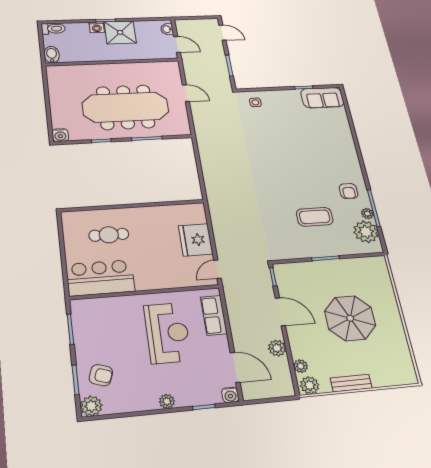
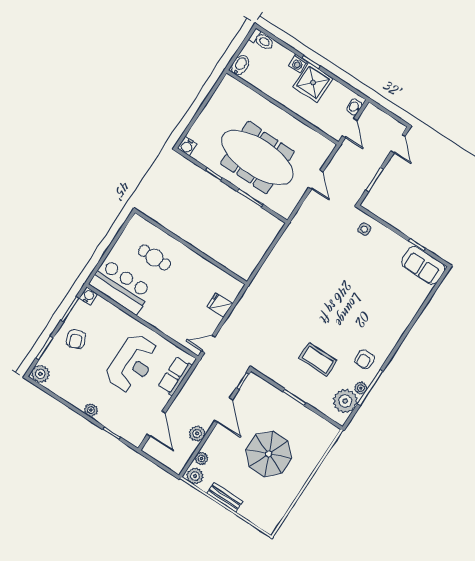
fridge: (196, 240) -> (220, 305), width x0.53, depth x0.75
armchair: (101, 375) -> (76, 339), moved, turned 50
water cooler: (230, 395) -> (88, 296), moved, turned 180

